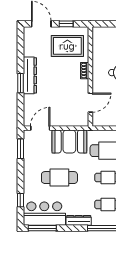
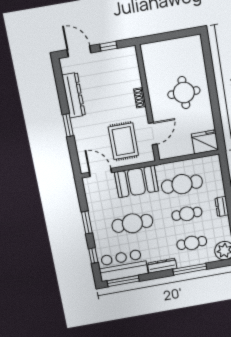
rug: (67, 46) -> (123, 141), moved, turned 90
dresser: (30, 75) -> (74, 95), moved
door: (40, 128) -> (100, 173), hinge flipped
window: (20, 149) -> (87, 222), moved

